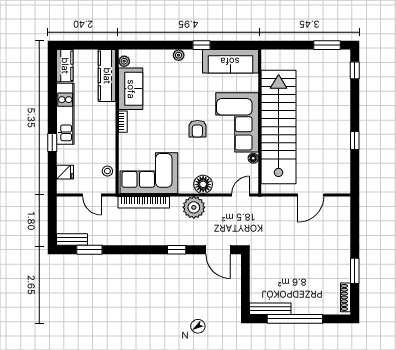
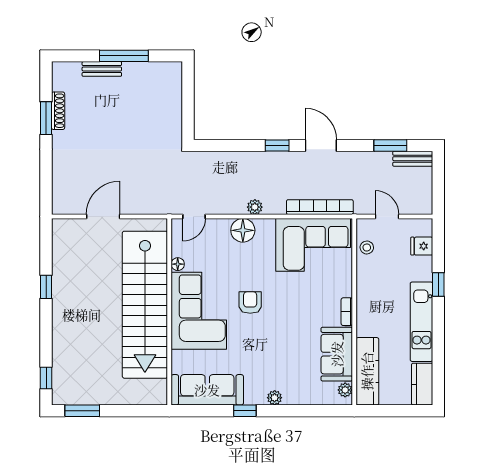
plant: (194, 207) -> (255, 207), width x0.53, depth x0.53
door: (218, 250) -> (321, 146), moved
shoe rack: (346, 297) -> (58, 111), moved
bench: (270, 309) -> (102, 69), moved, width x0.73
window: (295, 319) -> (124, 56), width x0.68

